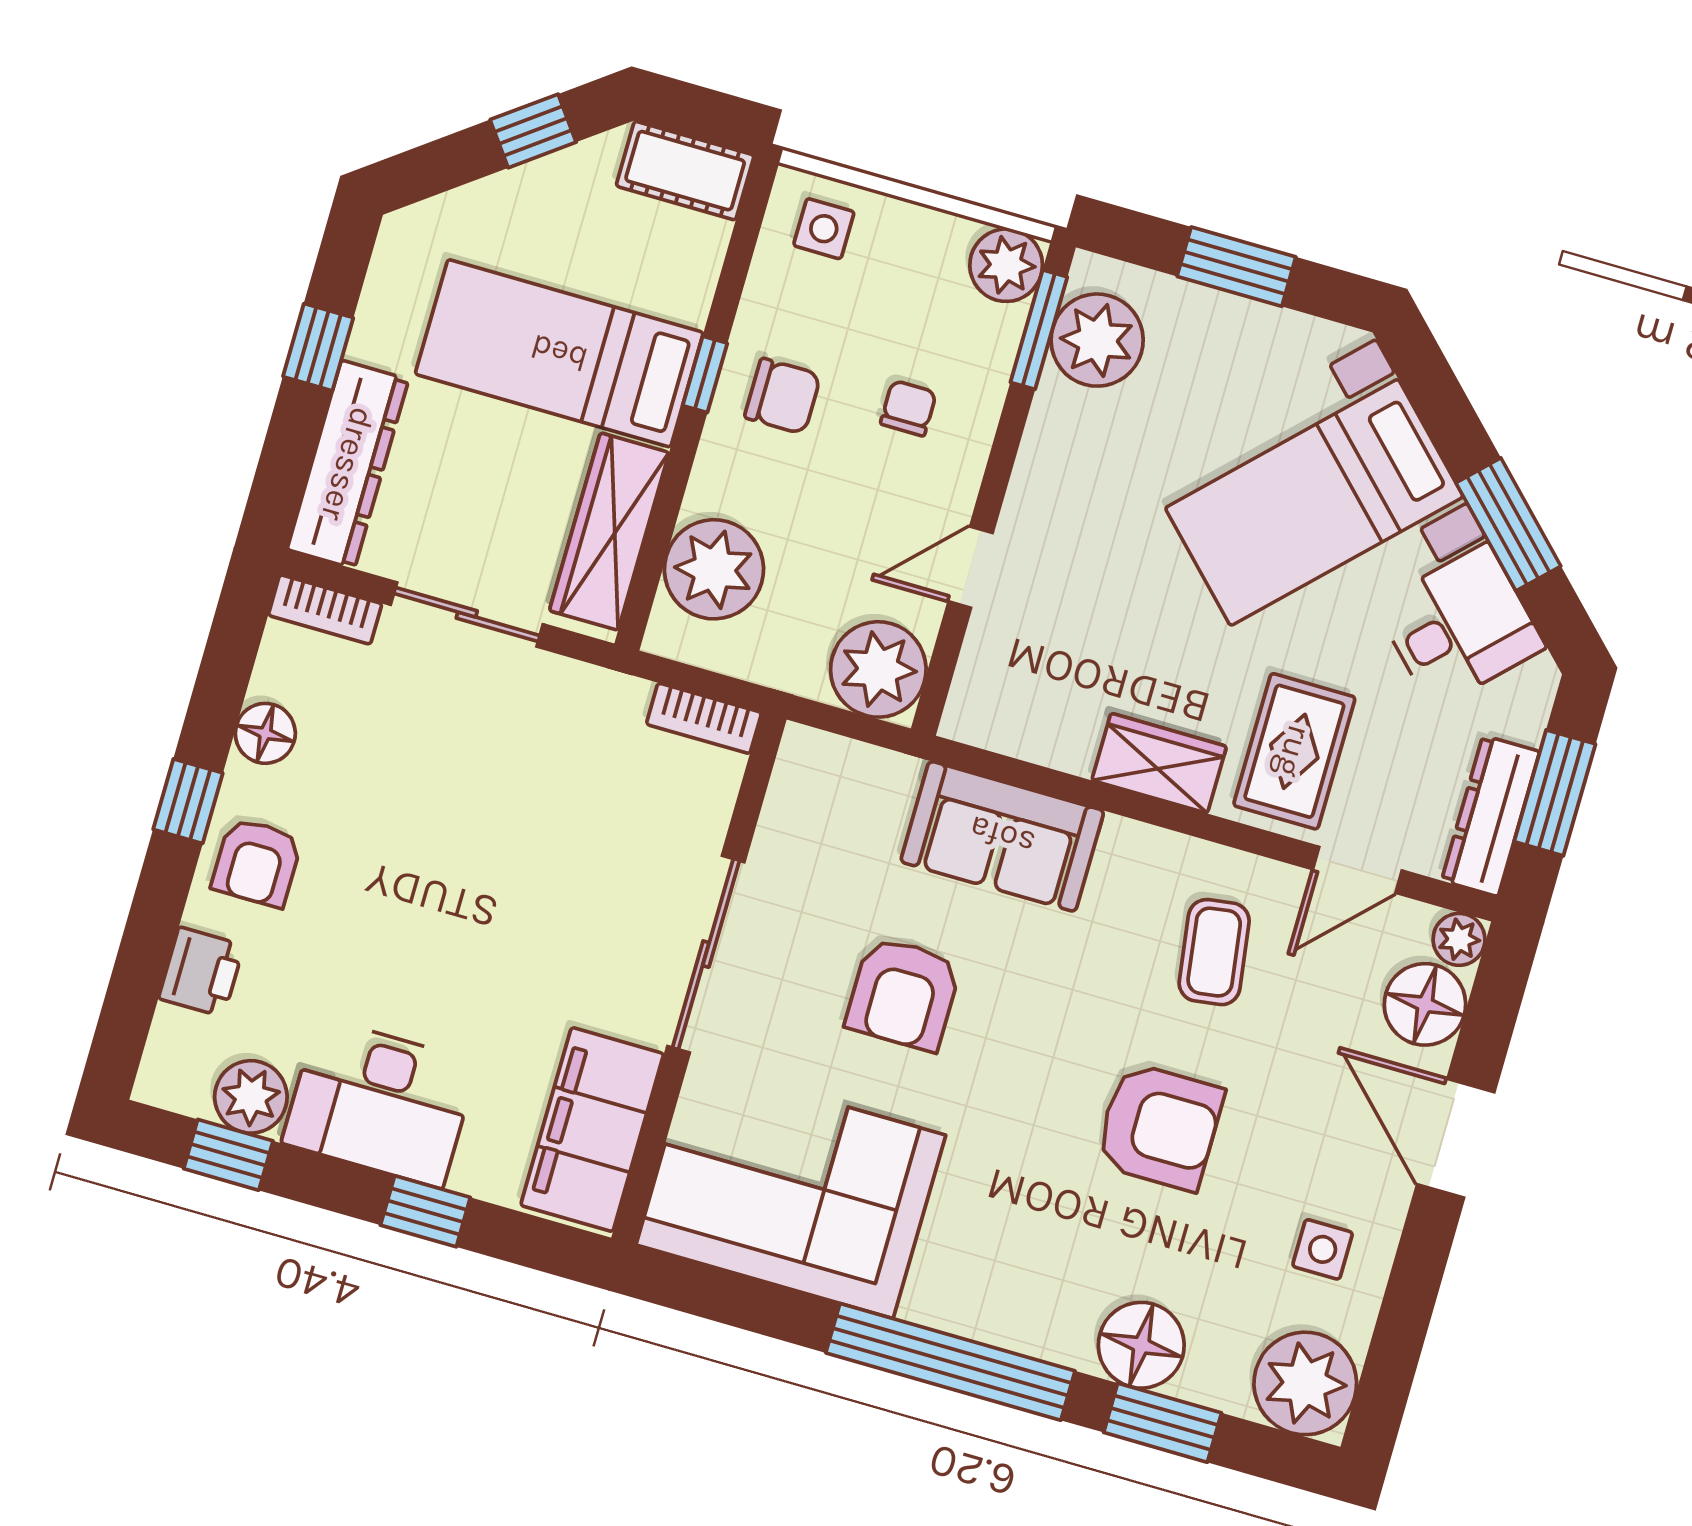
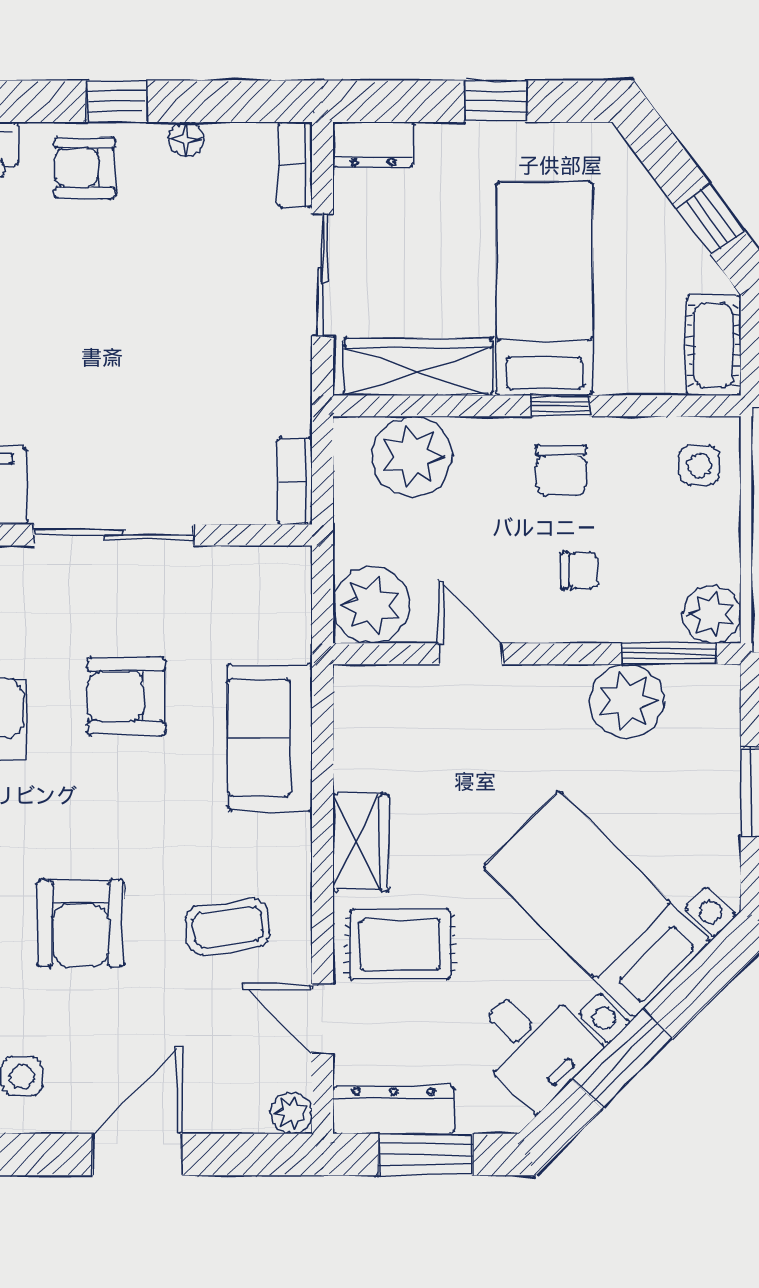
plant: (1097, 340) -> (627, 701), moved
dresser: (348, 464) -> (373, 145), width x0.51, depth x0.80
floor lamp: (265, 733) -> (186, 139), width x0.73, depth x0.73
floor lamp: (1425, 1004) -> (234, 1101), removed

